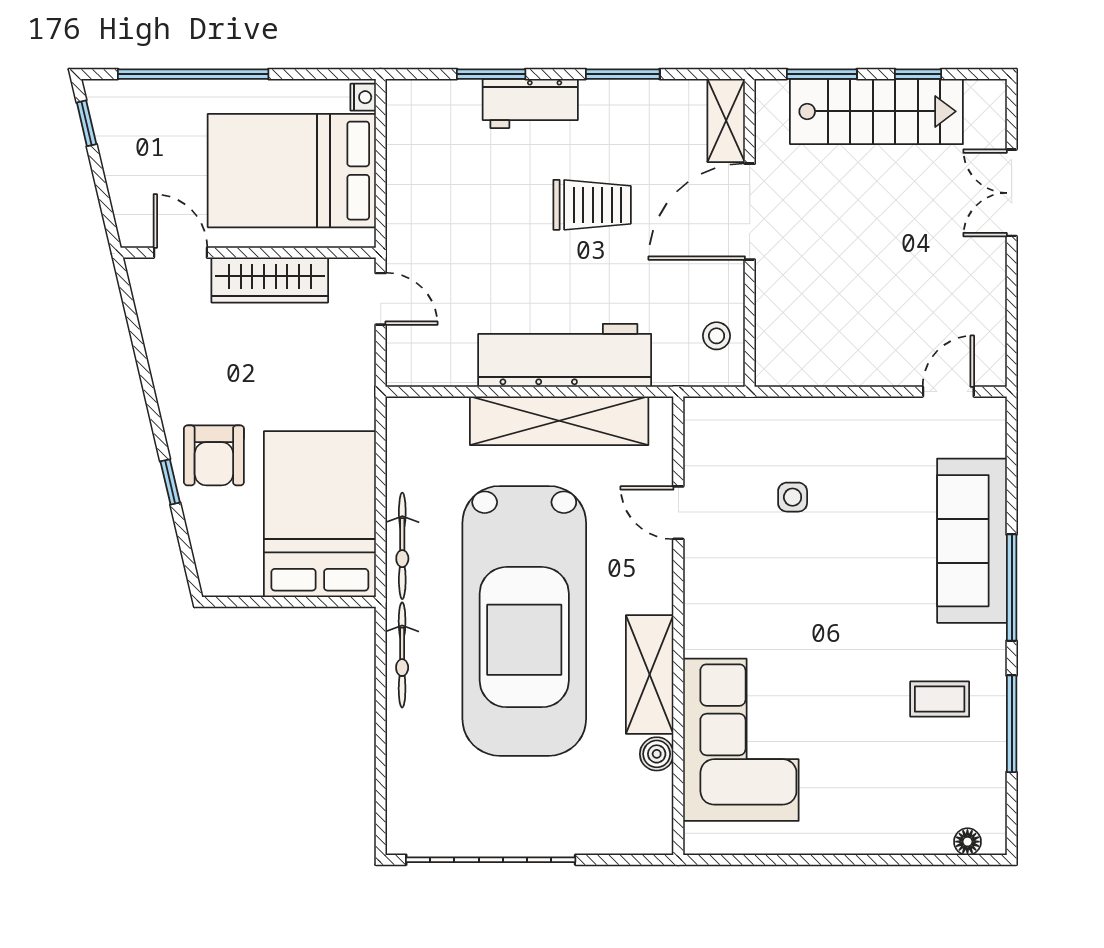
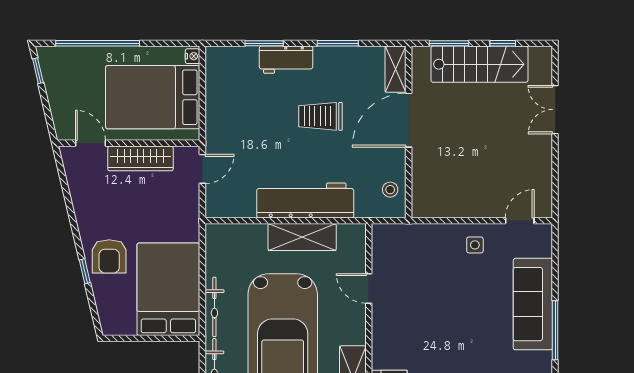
trolley: (592, 205) -> (321, 116), turned 180
door: (381, 299) -> (202, 169), hinge flipped
shelving: (559, 421) -> (302, 237), width x0.68
side table: (793, 497) -> (475, 245), moved

